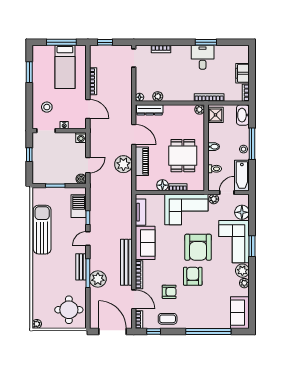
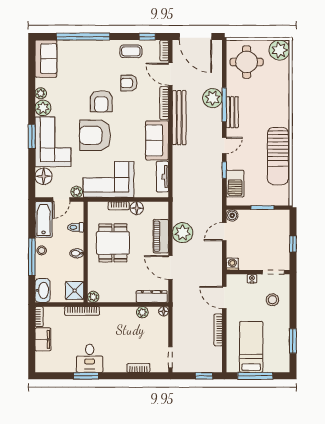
armchair: (198, 247) -> (95, 135), turned -90
plant: (37, 324) -> (279, 50), width x1.87, depth x1.87

